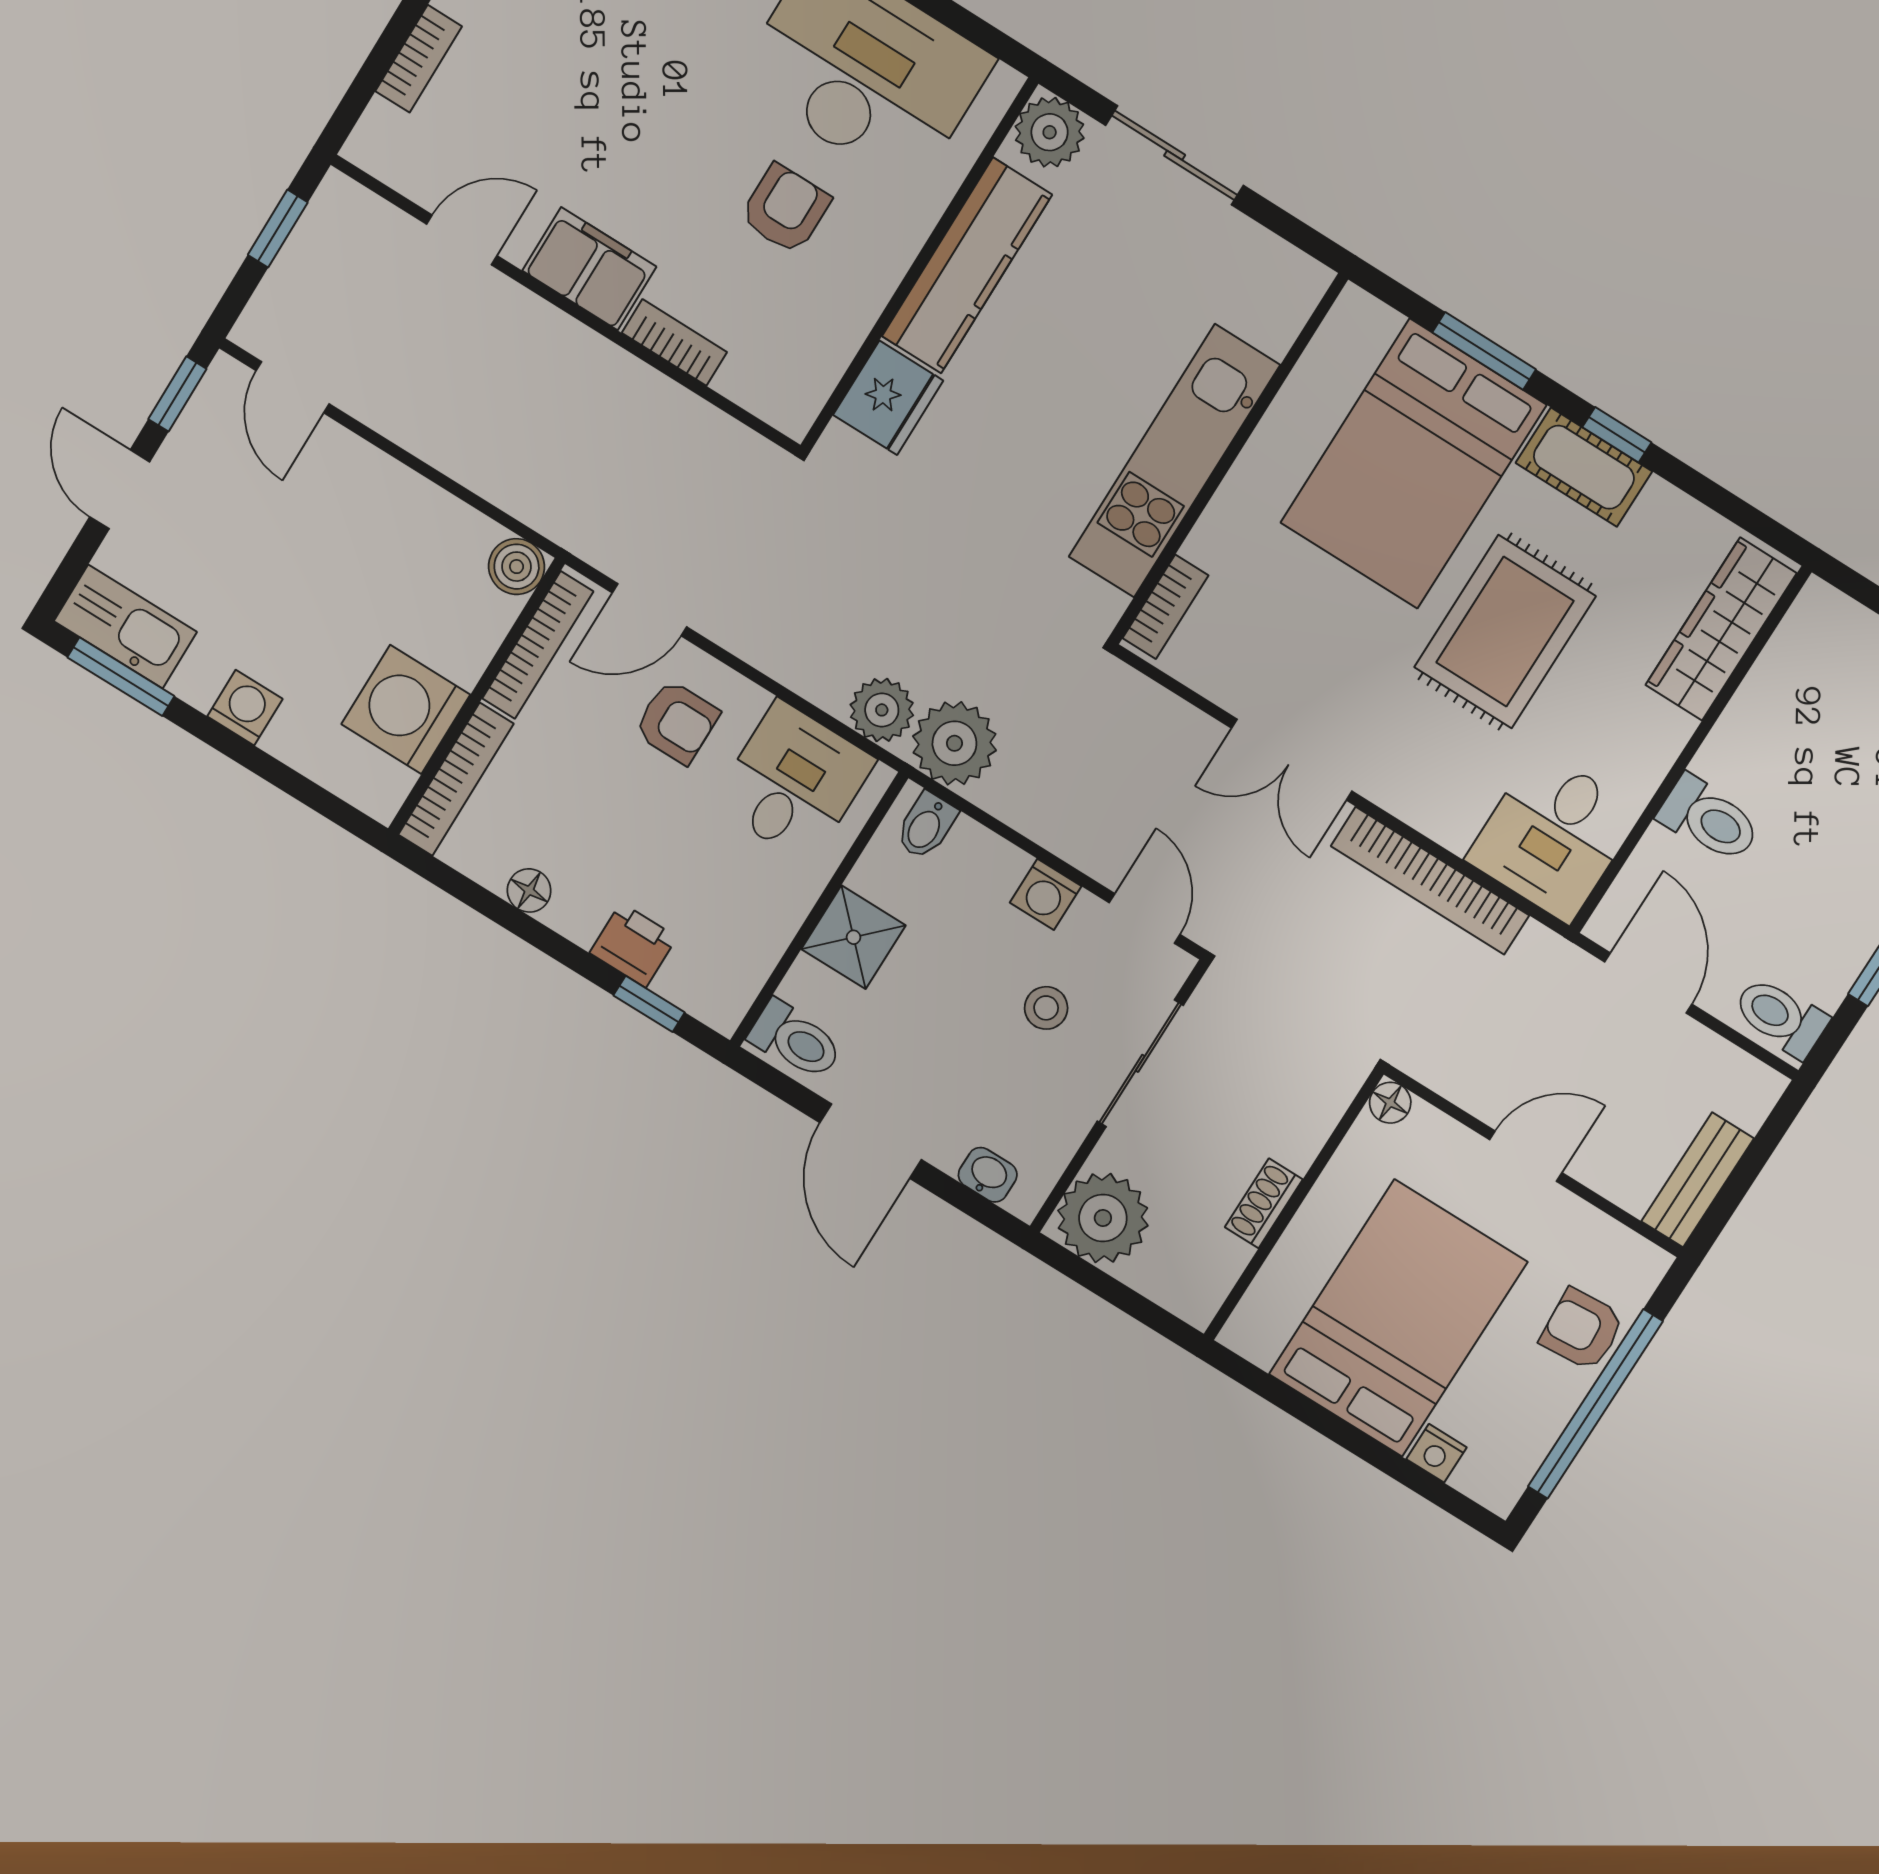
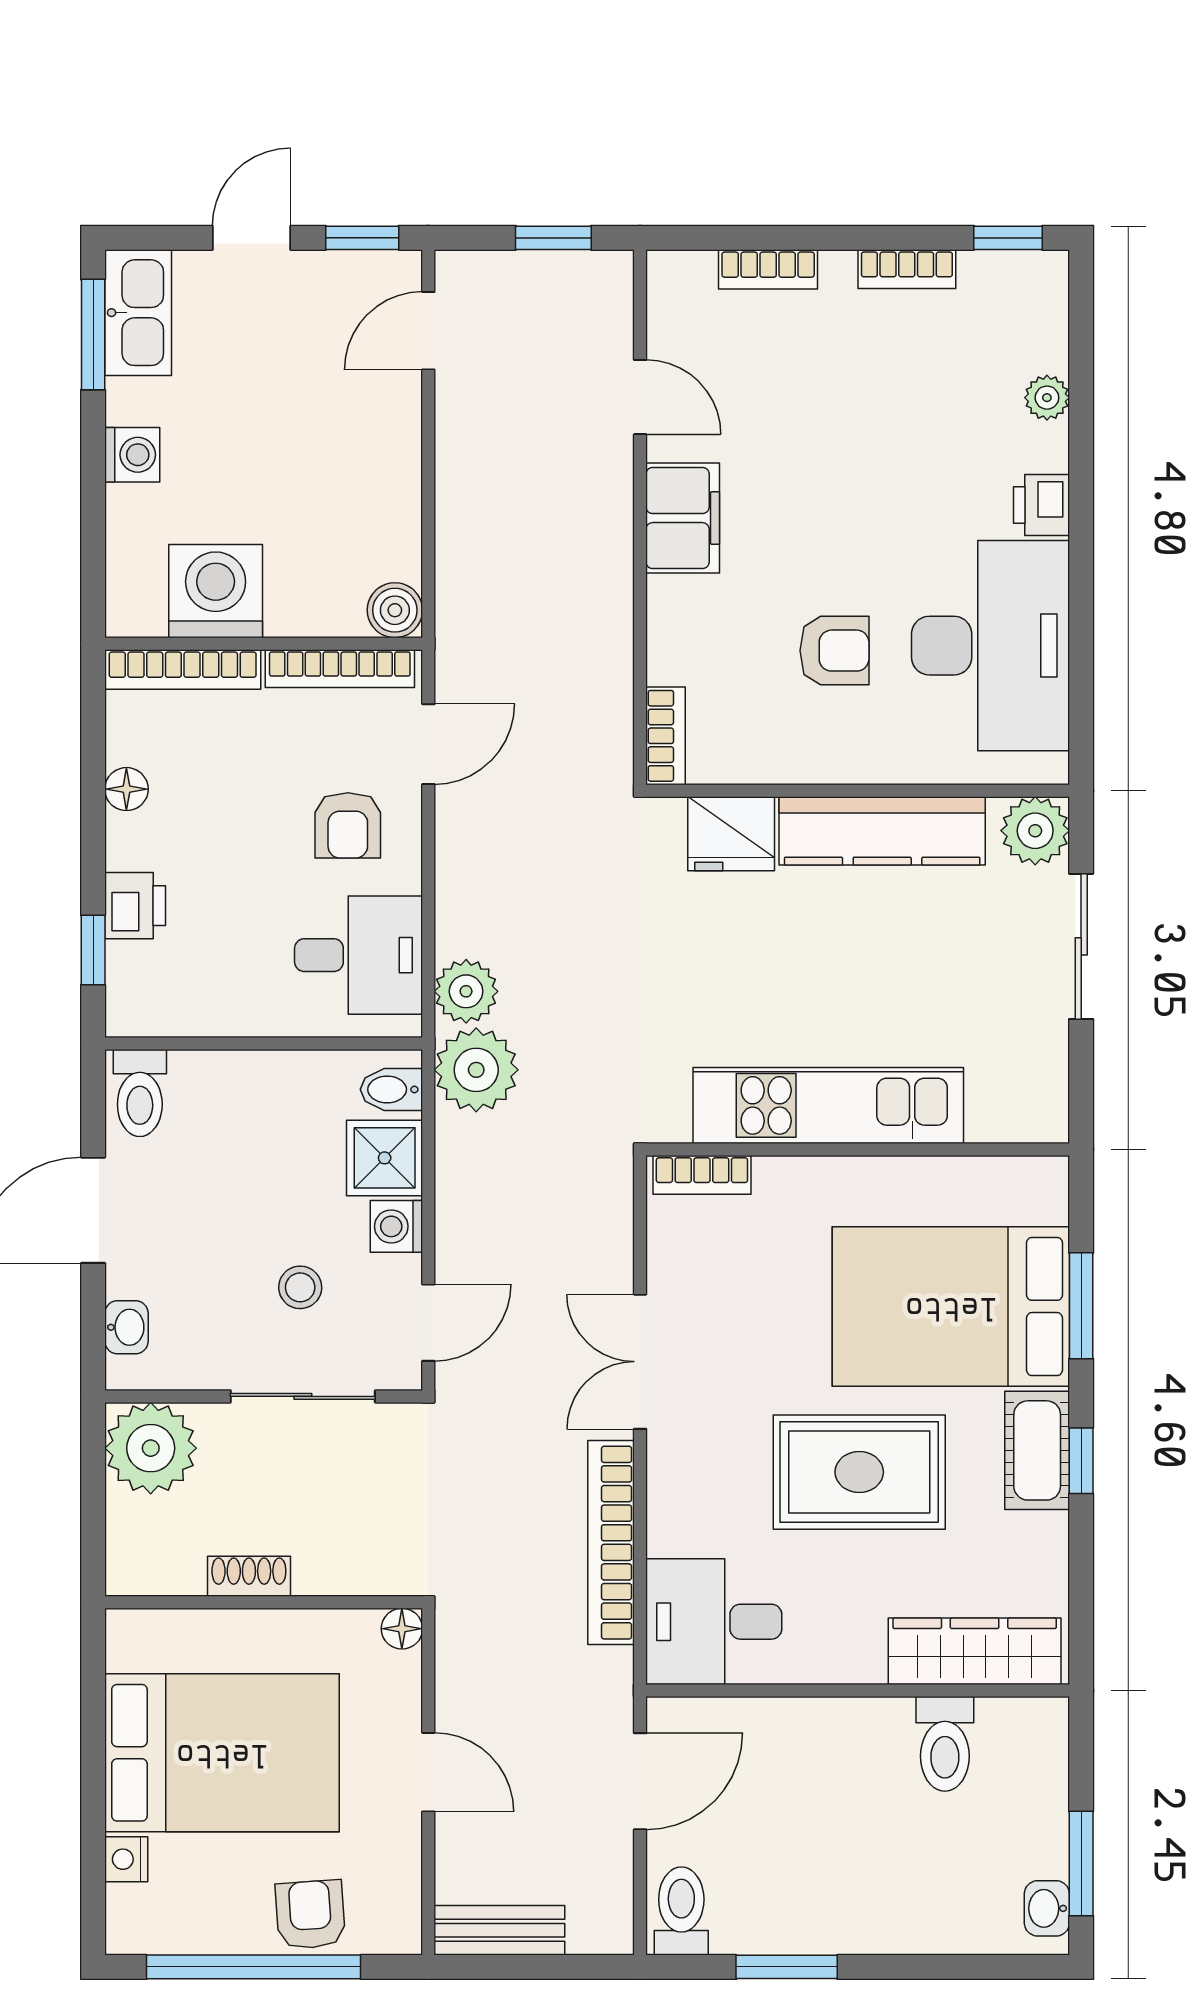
bookcase: (674, 343) -> (666, 736), moved
door: (650, 610) -> (428, 744), swing flipped
toilet: (1709, 819) -> (945, 1744), moved
shower: (854, 937) -> (385, 1158), moved

